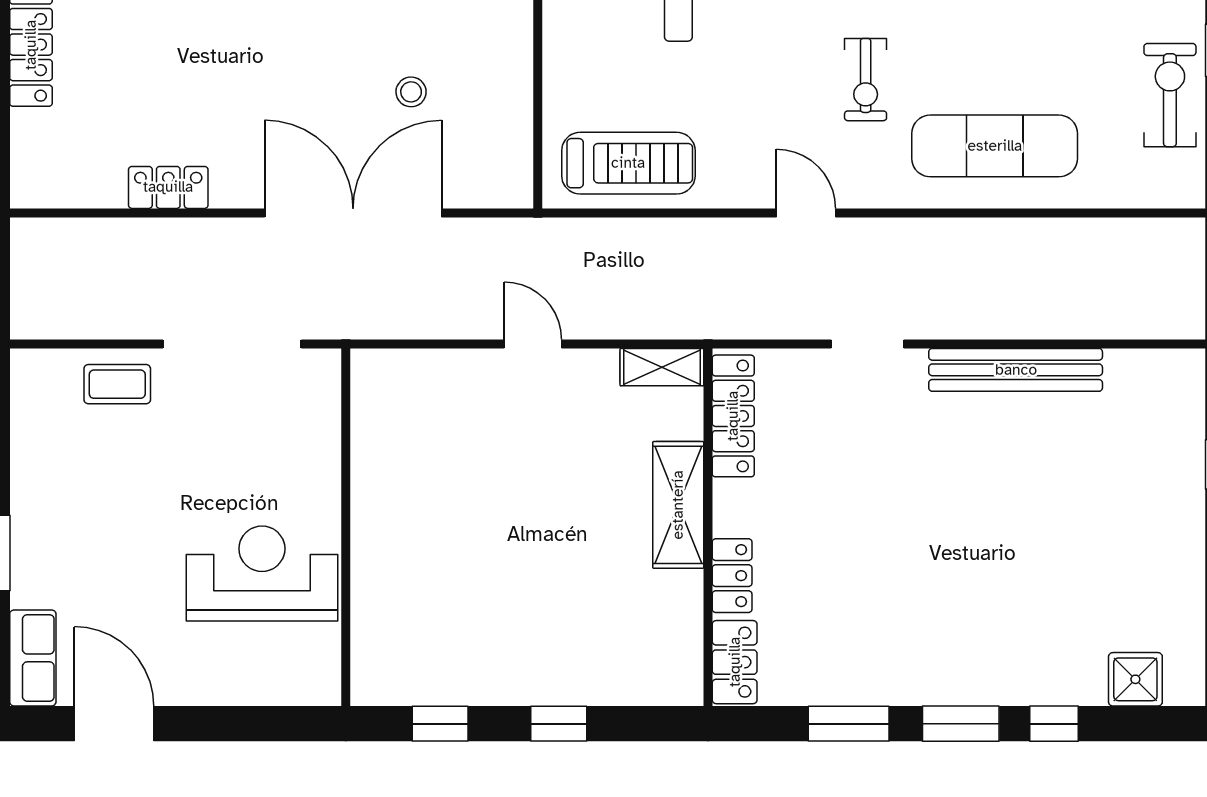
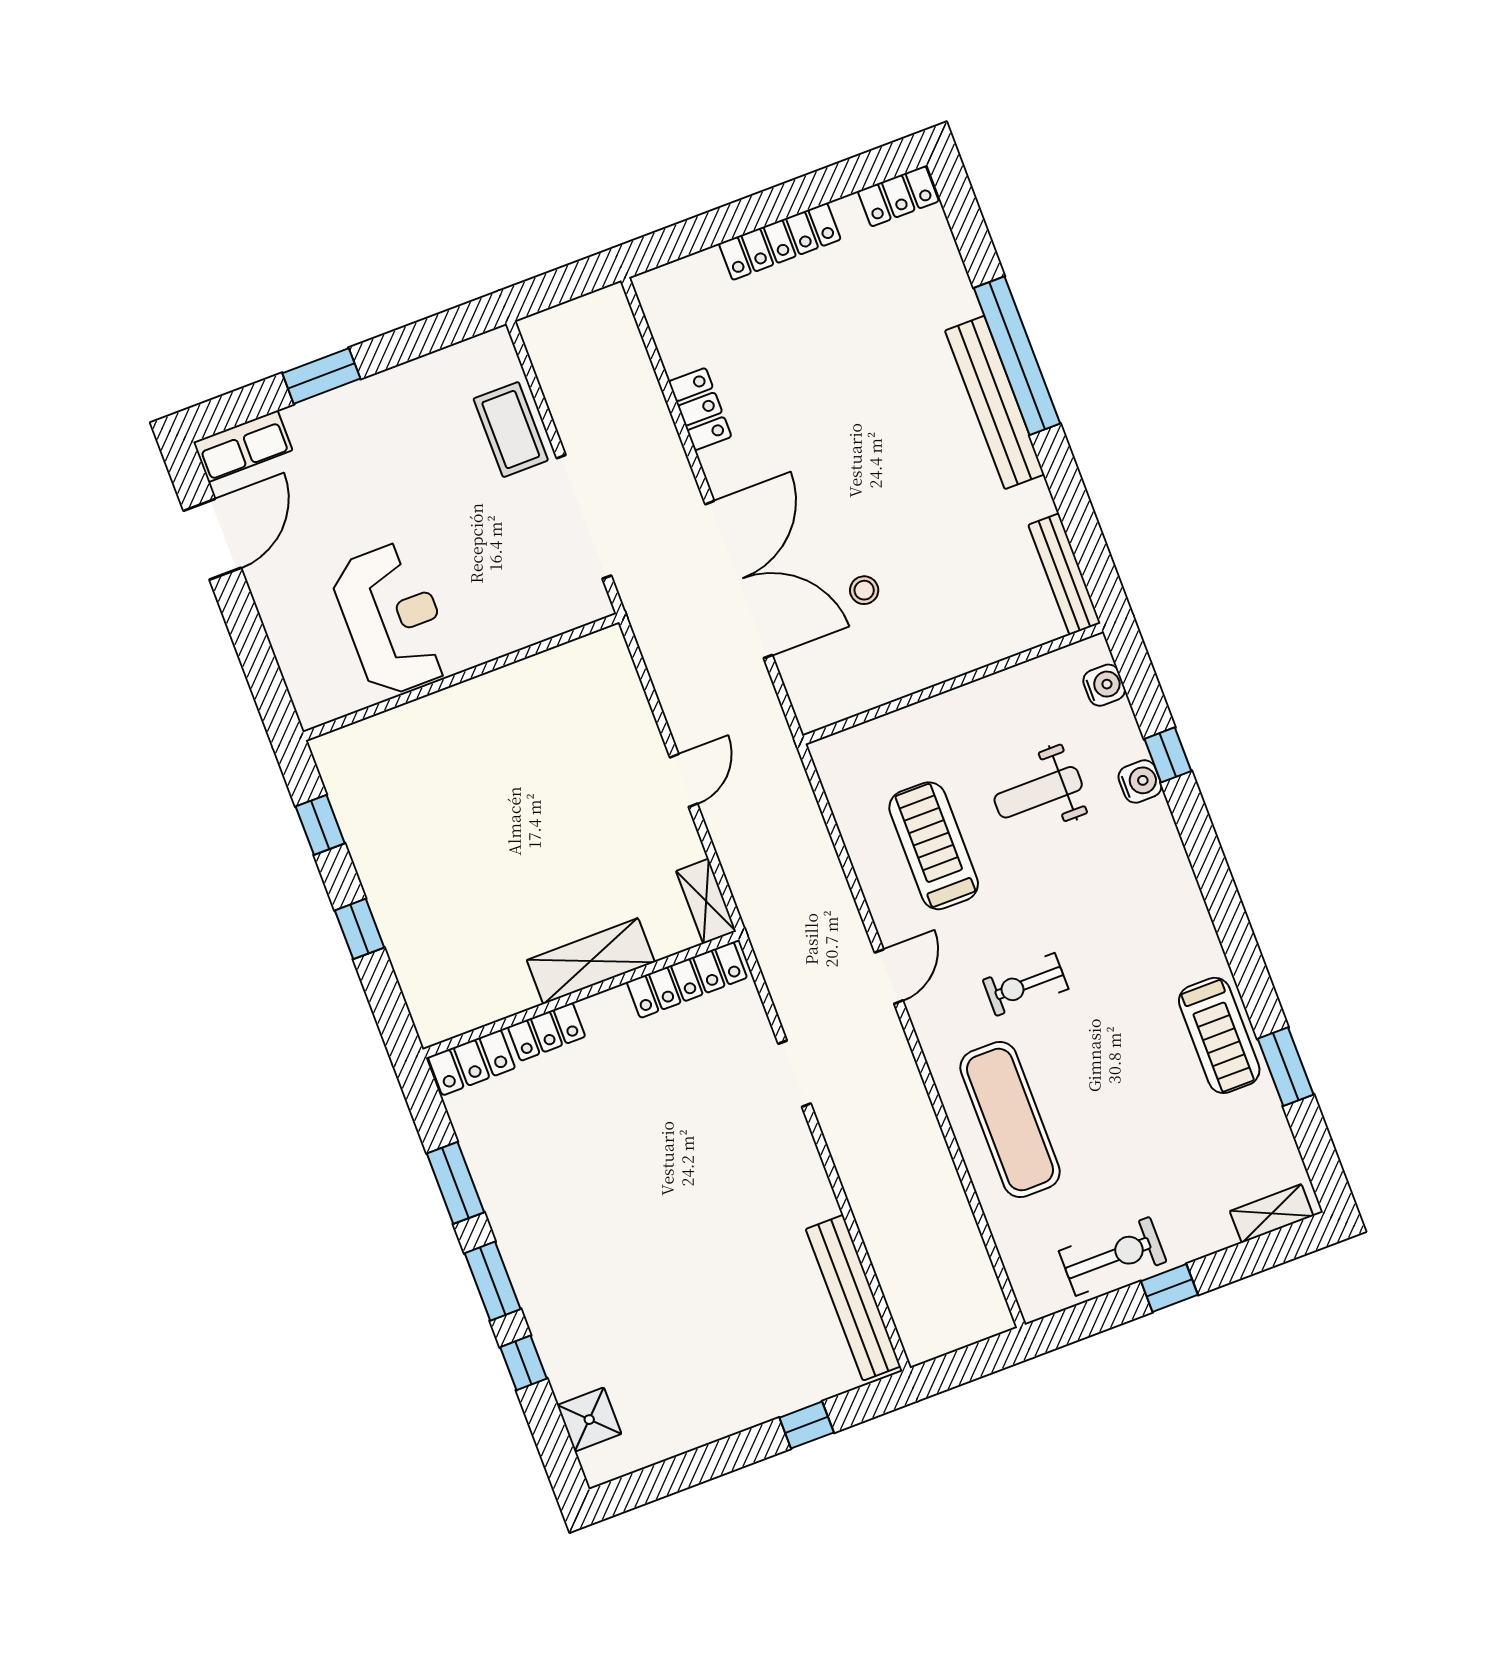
treadmill: (628, 163) -> (934, 846), moved, turned 180
bench: (1016, 370) -> (853, 1298), moved
coffee table: (117, 384) -> (511, 430), width x1.36, depth x1.30

